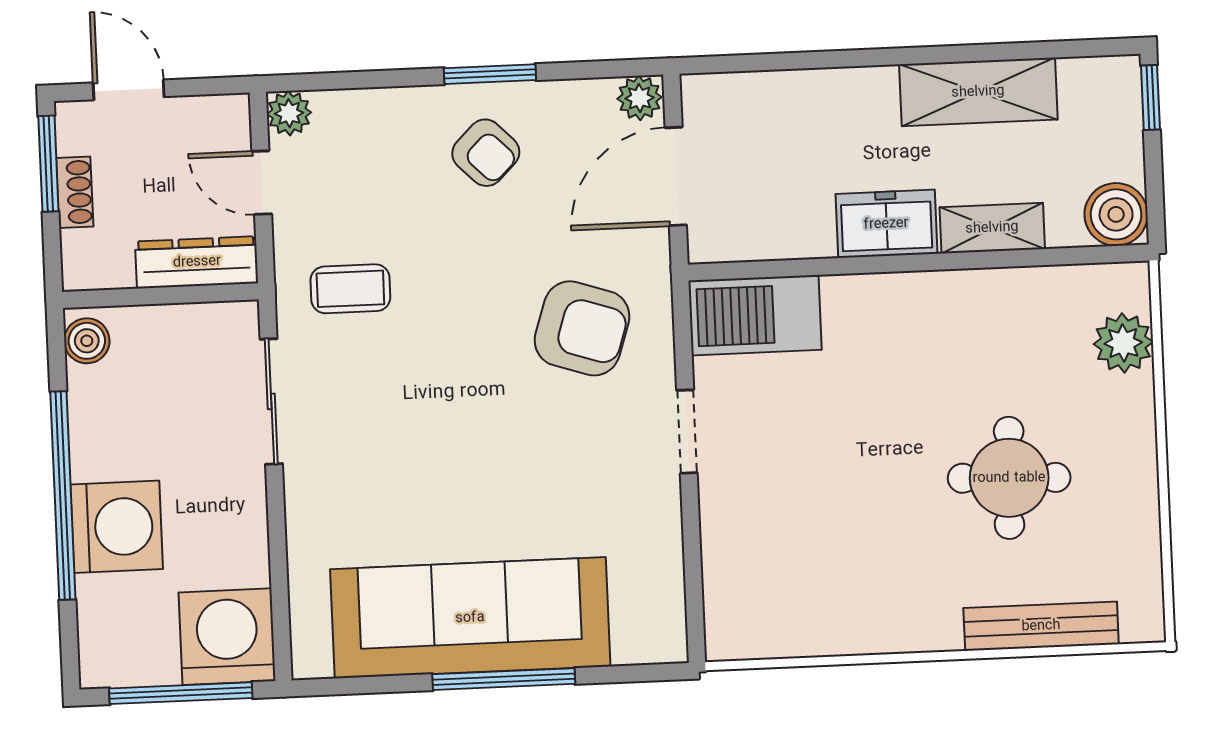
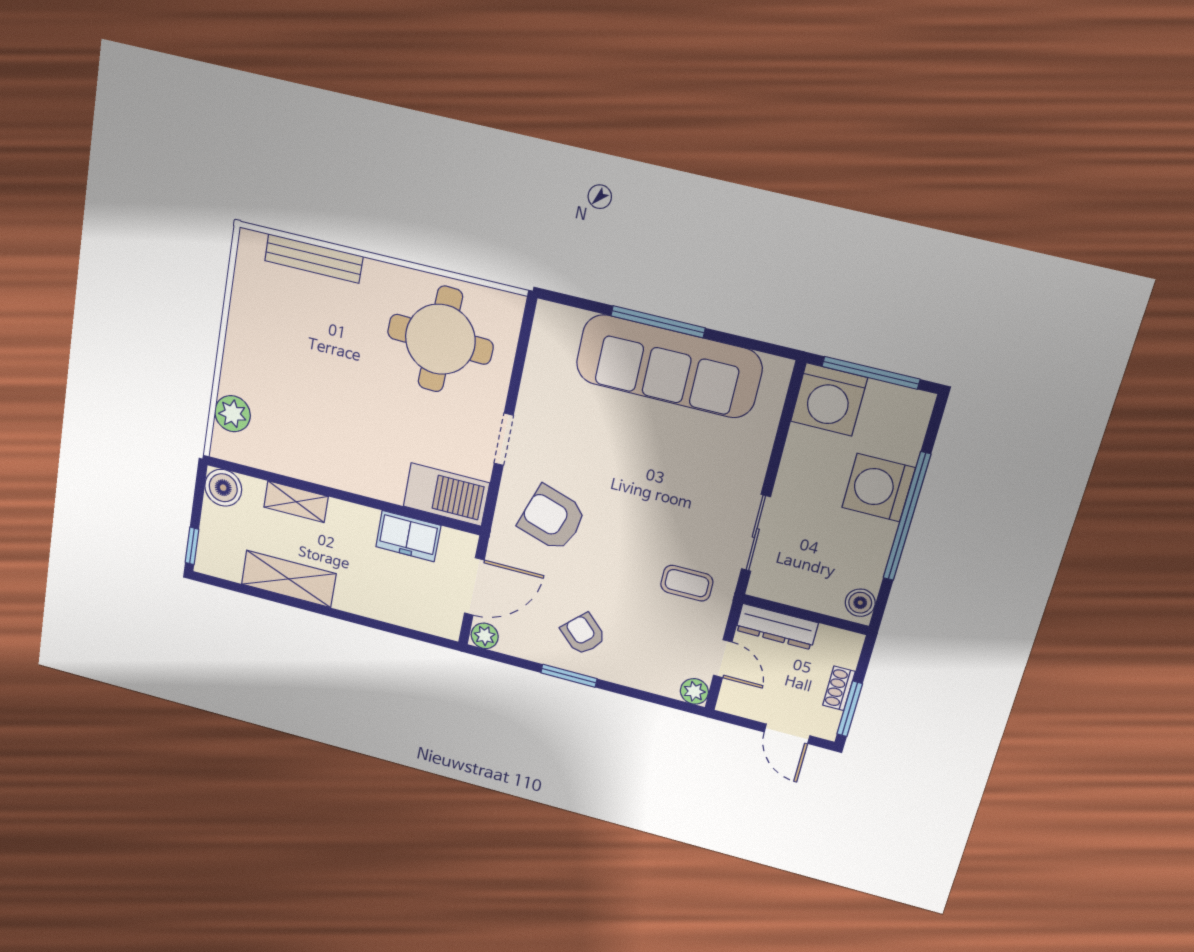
freezer: (886, 224) -> (408, 536), moved
round table: (1009, 478) -> (440, 339), moved, width x1.36, depth x1.36

